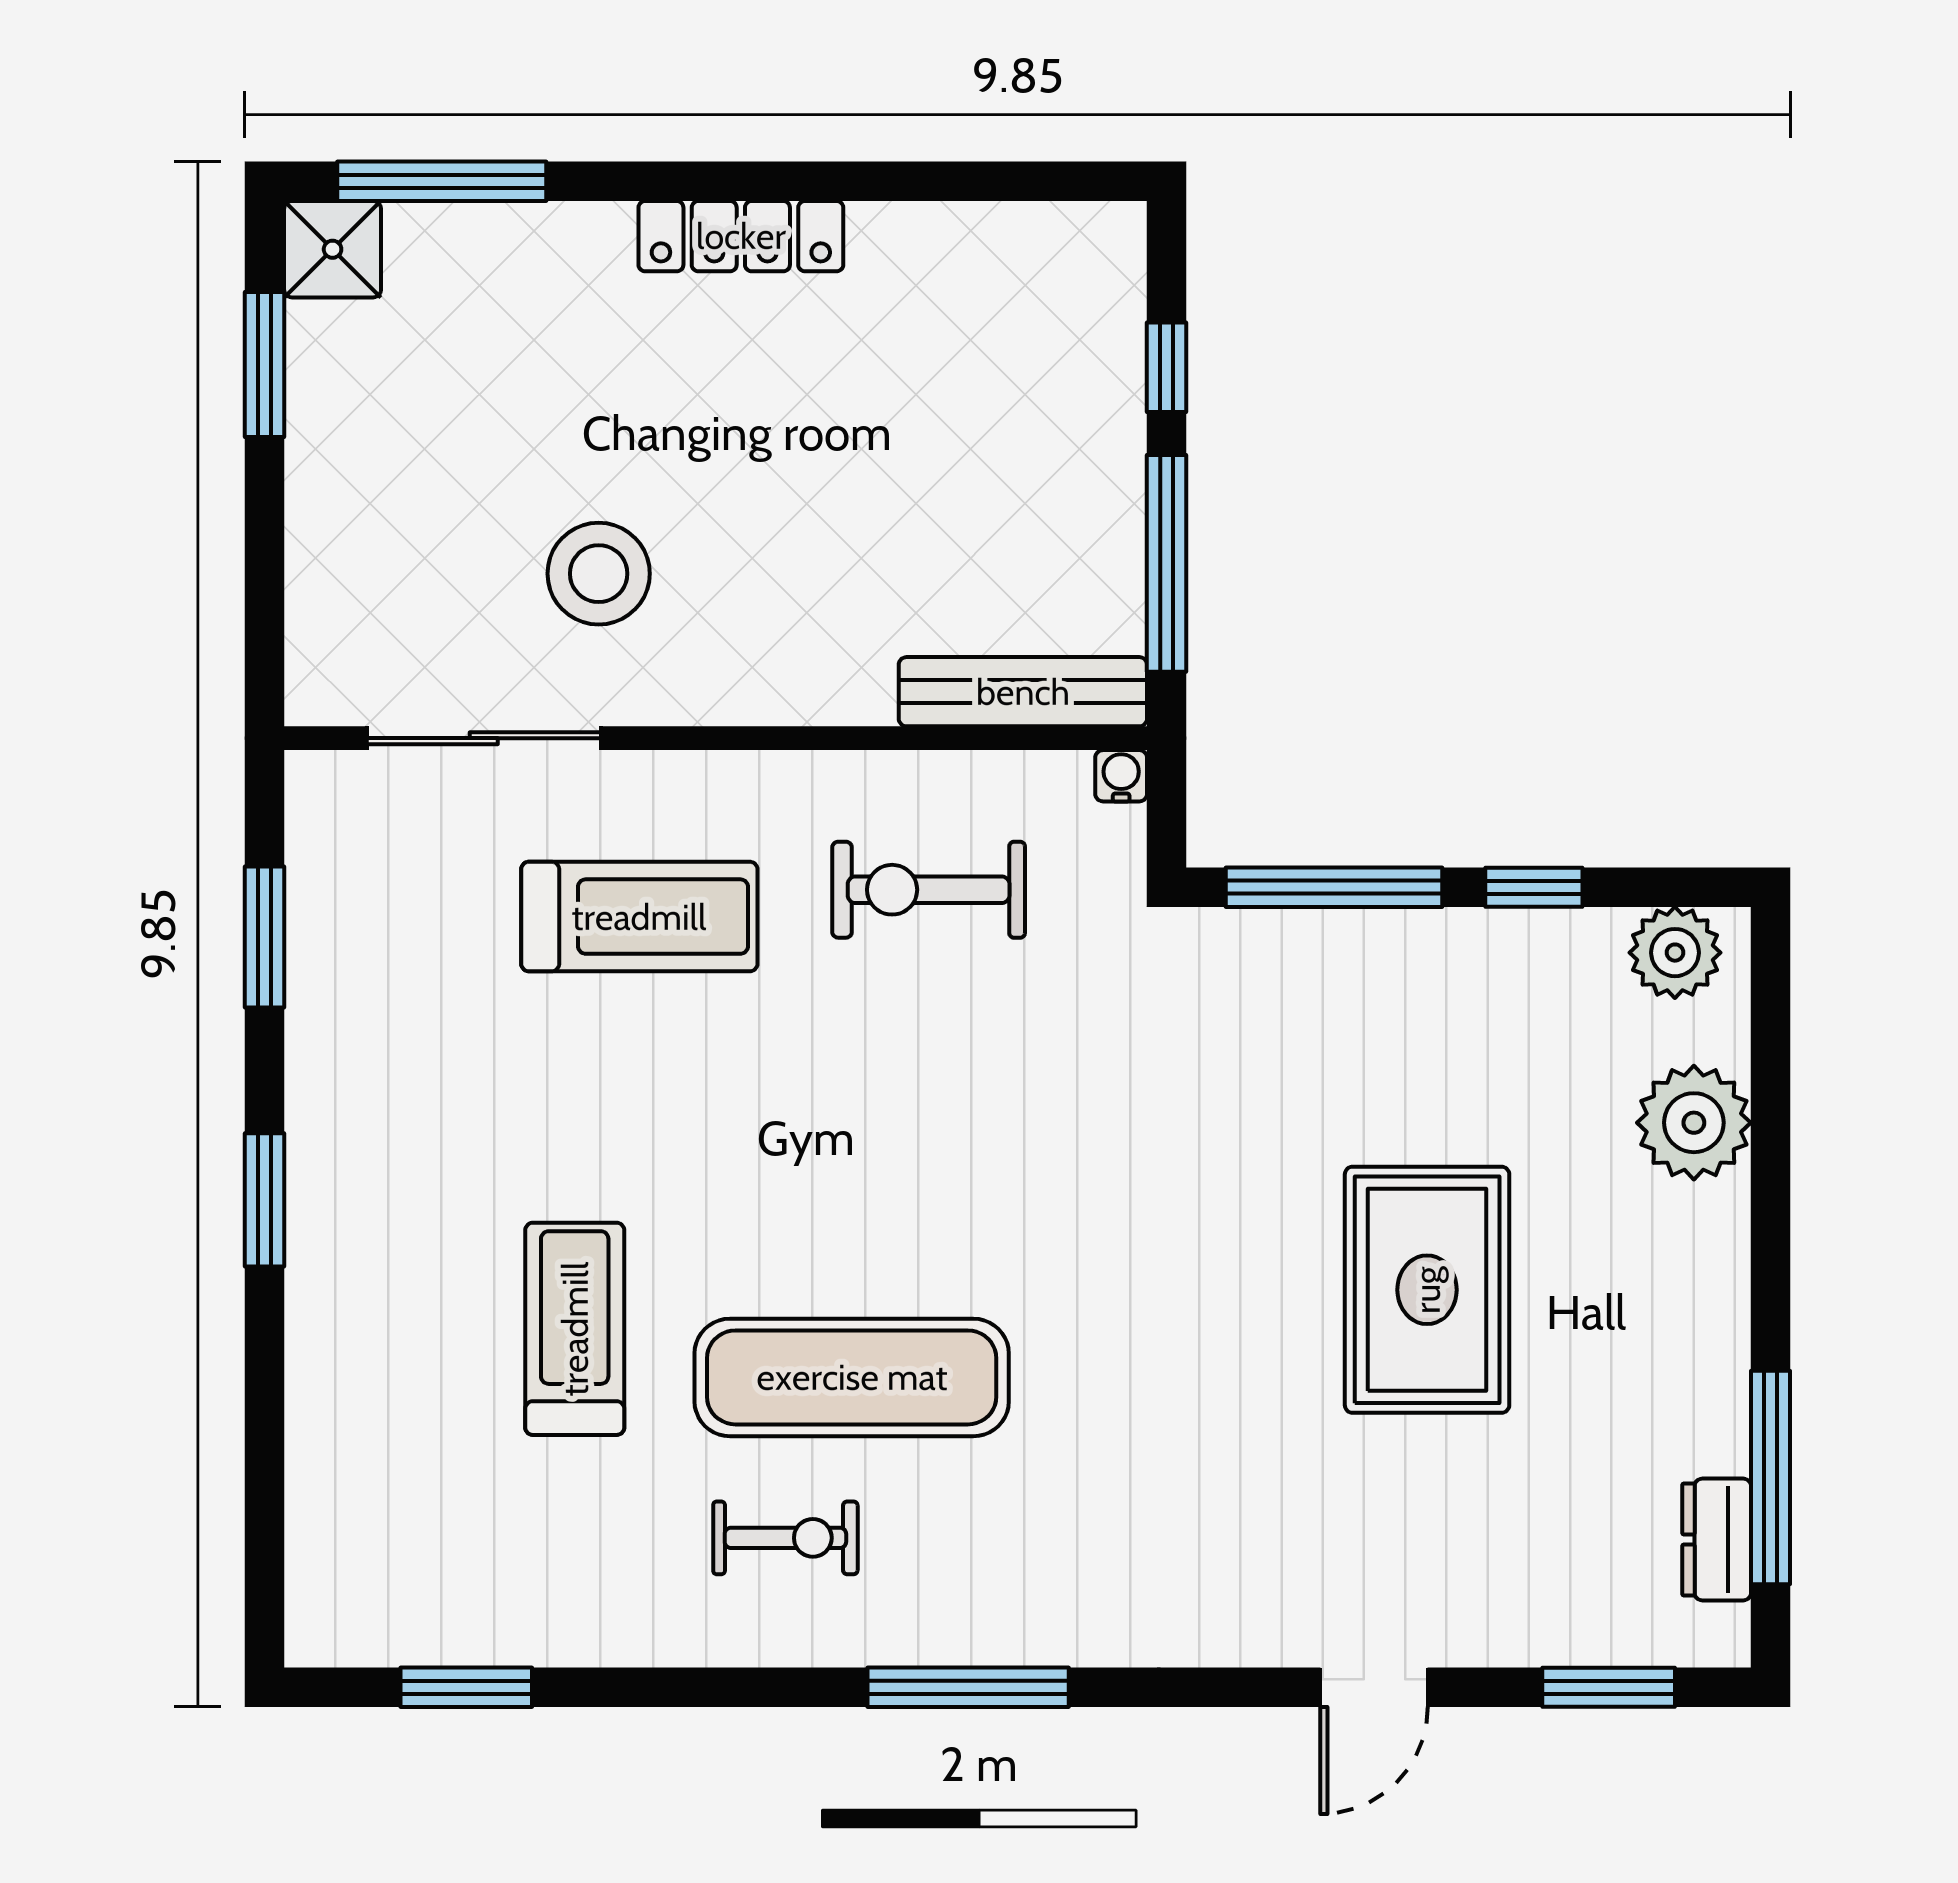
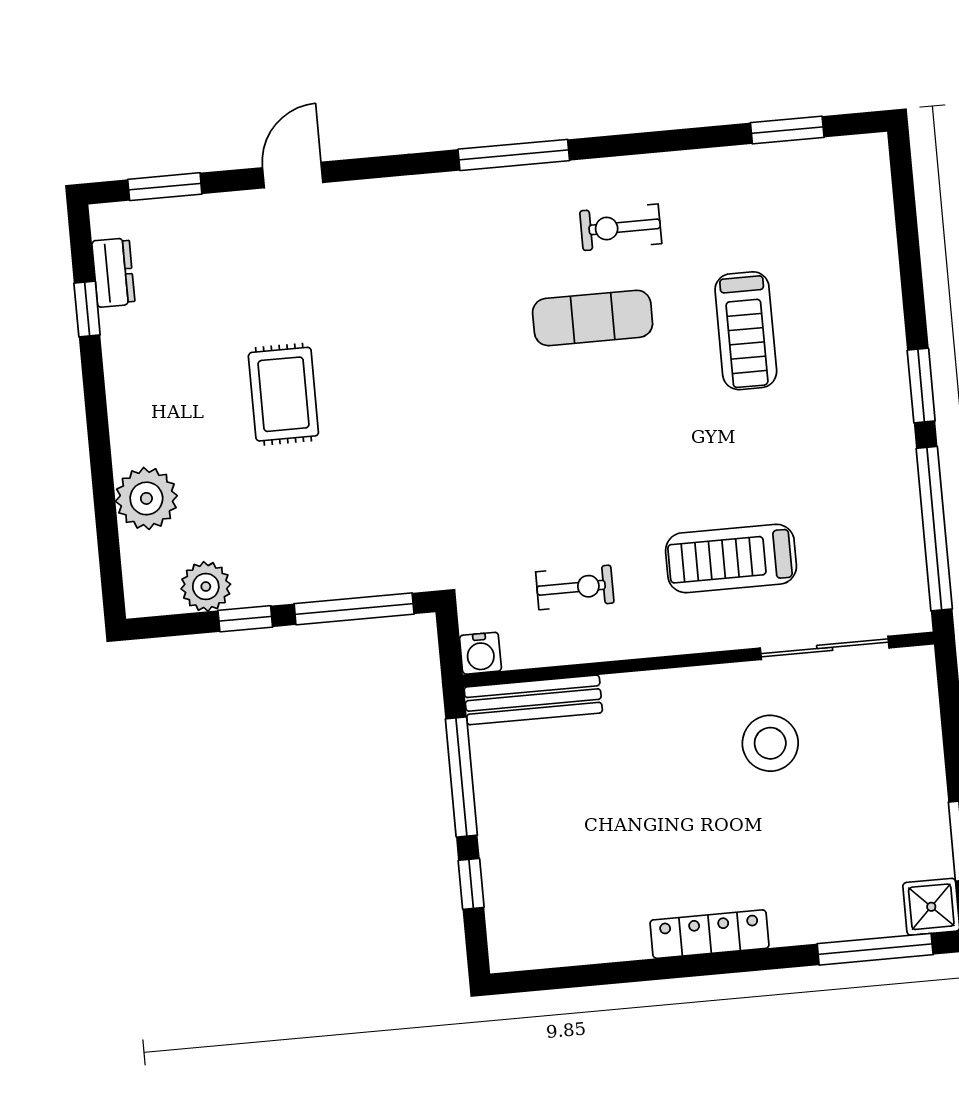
water cooler: (1121, 776) -> (480, 653), width x1.38, depth x1.38
exercise bike: (929, 890) -> (575, 587), width x0.73, depth x0.72
window: (265, 937) -> (934, 529), width x2.11
plant: (1675, 953) -> (206, 586), moved
rug: (1427, 1290) -> (283, 394), width x0.73, depth x0.70
exercise mat: (852, 1377) -> (593, 318), width x0.73, depth x0.69
window: (1771, 1477) -> (87, 309), width x0.46

